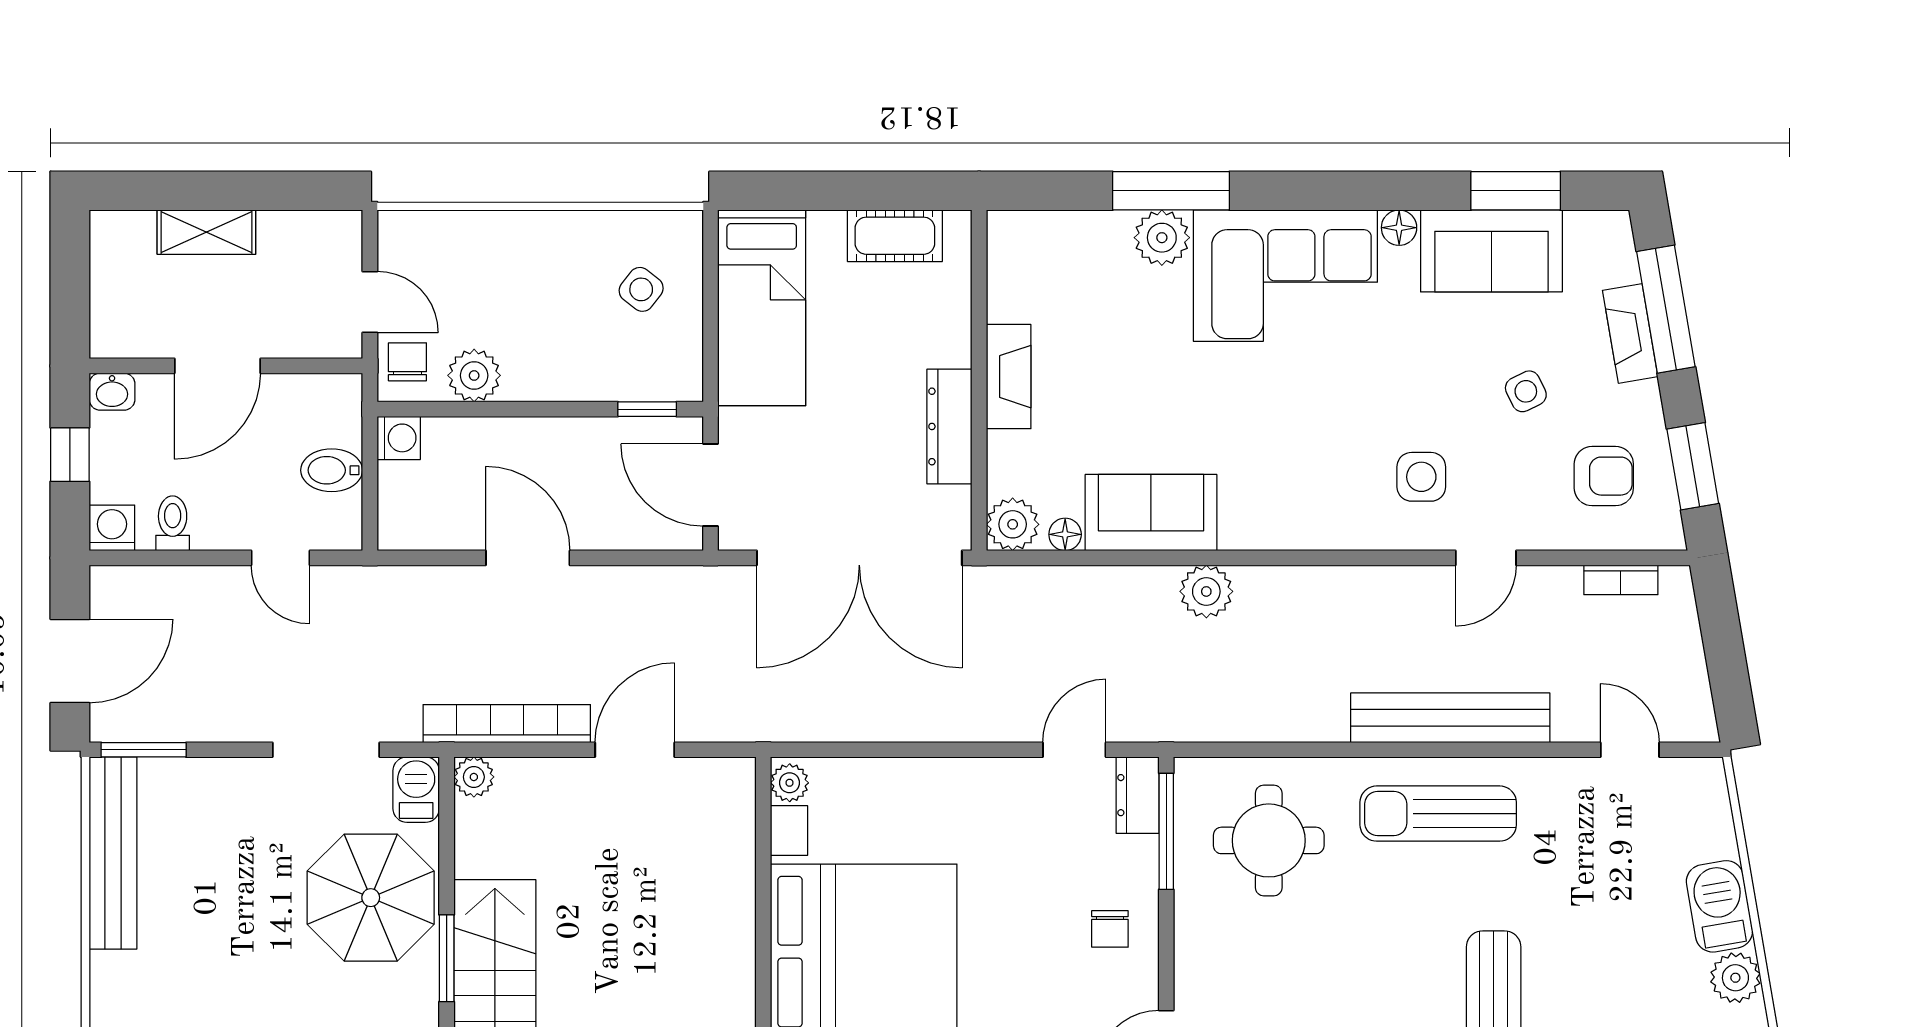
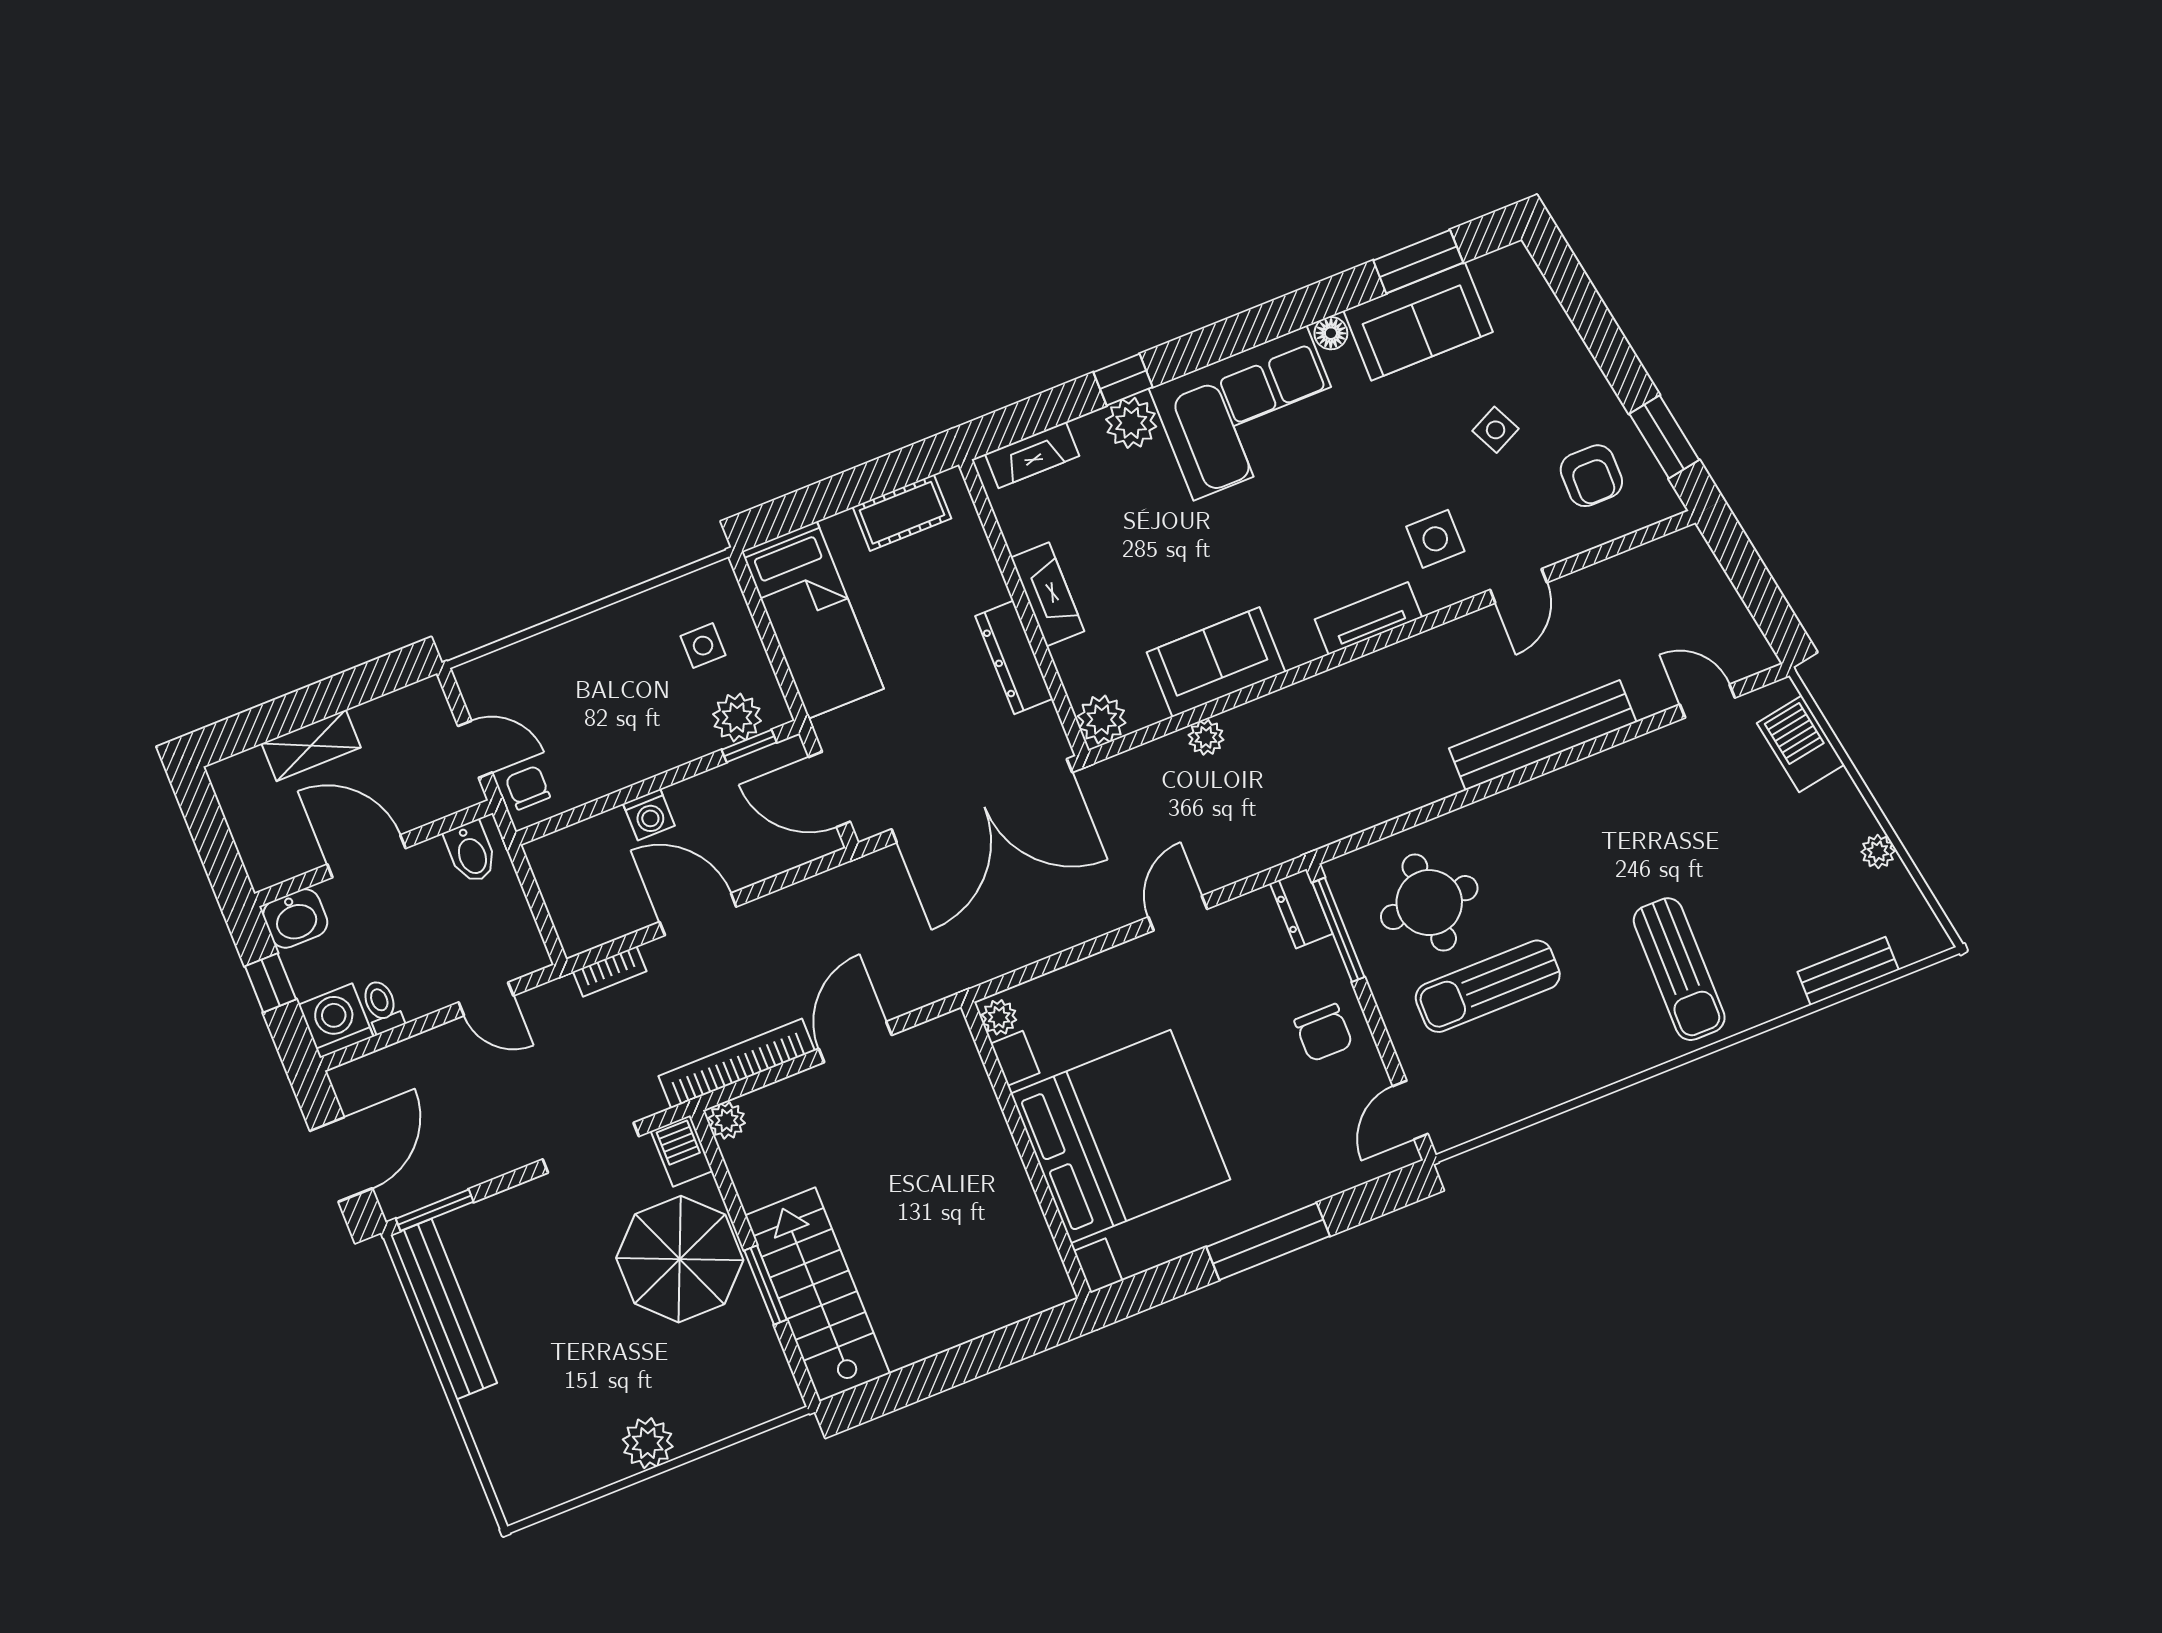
window: (1171, 191) -> (1123, 380), width x0.46
side table: (641, 289) -> (703, 646), turned -38
window: (1666, 309) -> (1587, 311), removed
fireplace: (1630, 333) -> (1032, 455), moved, turned -80
door: (217, 366) -> (366, 856), swing flipped
plant: (474, 375) -> (737, 718), moved
washbasin: (112, 392) -> (295, 918), width x1.38, depth x1.45
washing machine: (399, 438) -> (649, 815), moved, turned 90
bidet: (332, 470) -> (471, 852), moved, turned -90
armchair: (1604, 476) -> (1591, 476), turned 90
washing machine: (112, 528) -> (336, 1021), width x1.38, depth x1.38
tv unit: (1322, 530) -> (1368, 618), added
floor lamp: (1065, 534) -> (1150, 710), removed
bookcase: (1621, 580) -> (610, 971), moved
plant: (1206, 591) -> (1206, 737), moved, width x0.73, depth x0.73
door: (1074, 750) -> (1178, 913), moved
sun lounger: (1438, 814) -> (1488, 986), moved
barbecue: (1719, 906) -> (1801, 744), moved
chair: (1110, 929) -> (1324, 1033), width x1.37, depth x1.37
plant: (1735, 978) -> (1878, 852), width x0.73, depth x0.73

